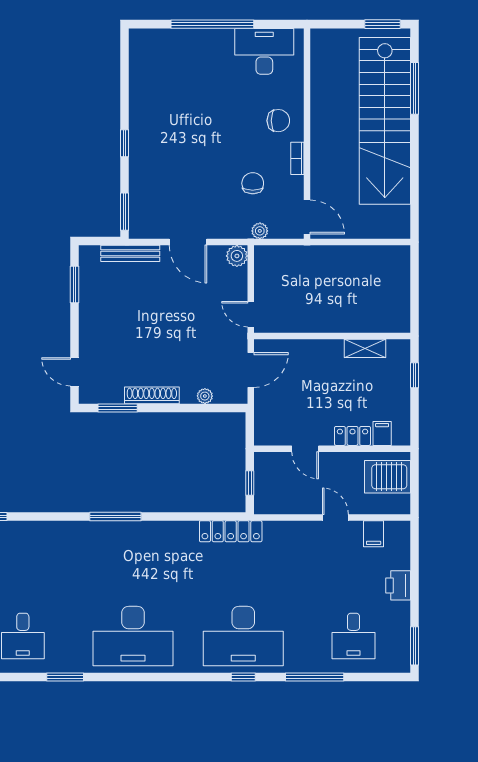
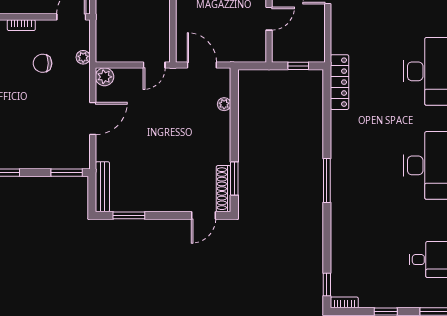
bench: (130, 253) -> (102, 187), moved
shoe rack: (152, 395) -> (224, 189), moved

